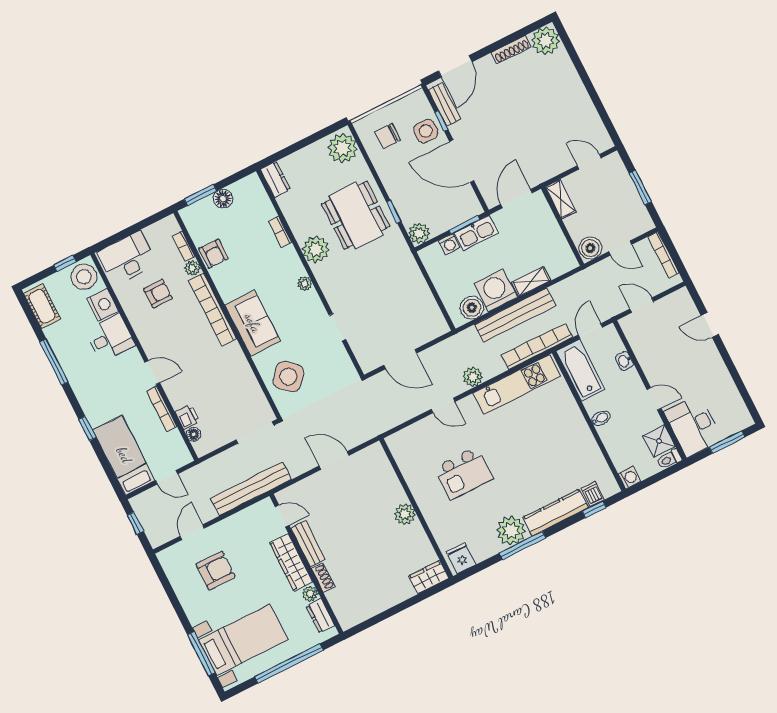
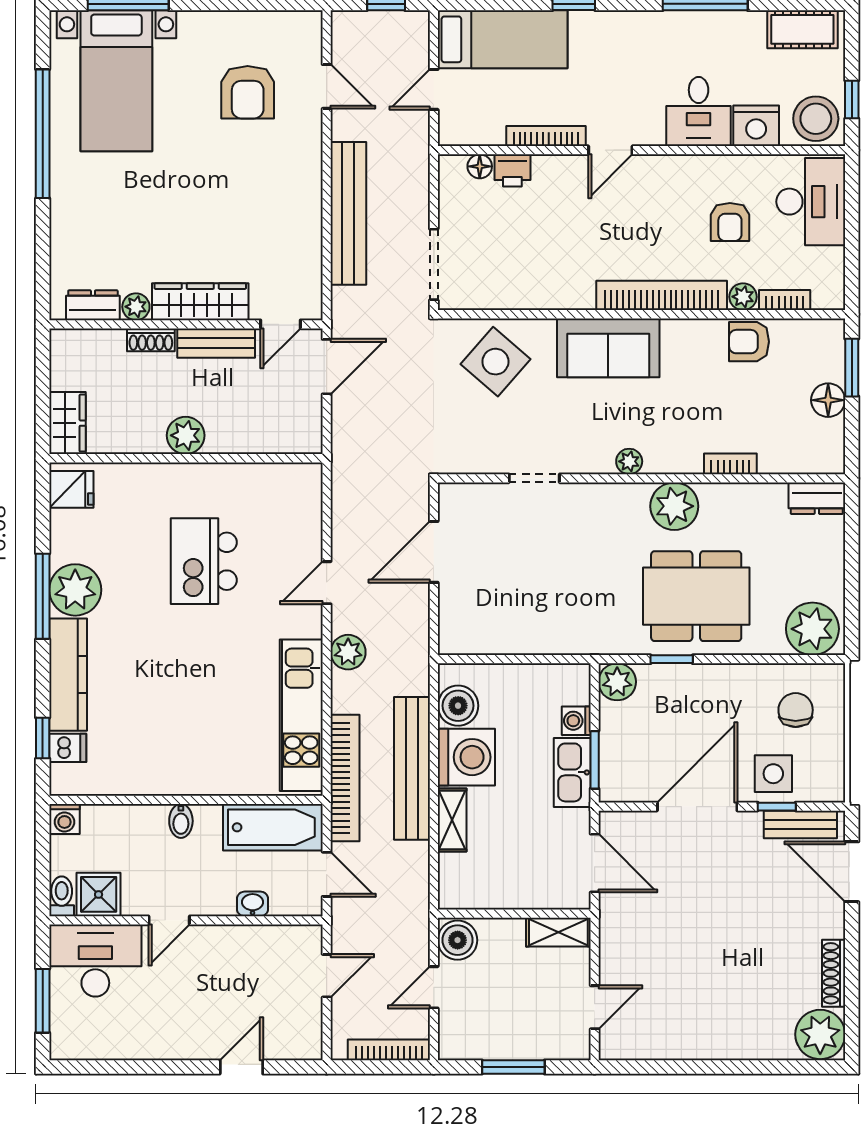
door: (282, 516) -> (280, 324), moved
bench: (308, 544) -> (216, 343), moved
wardrobe: (291, 562) -> (200, 302), moved
wall: (306, 564) -> (186, 324), moved
shoe rack: (323, 578) -> (151, 340), moved
plant: (310, 594) -> (136, 307), moved
dresser: (320, 616) -> (93, 305), moved

